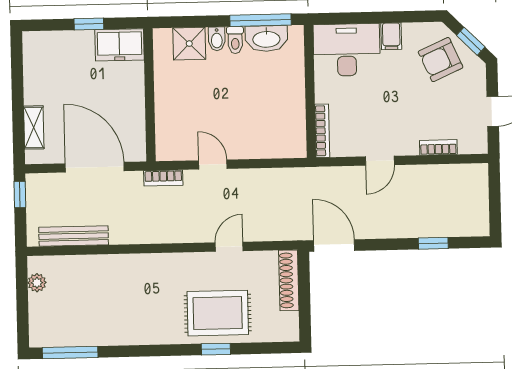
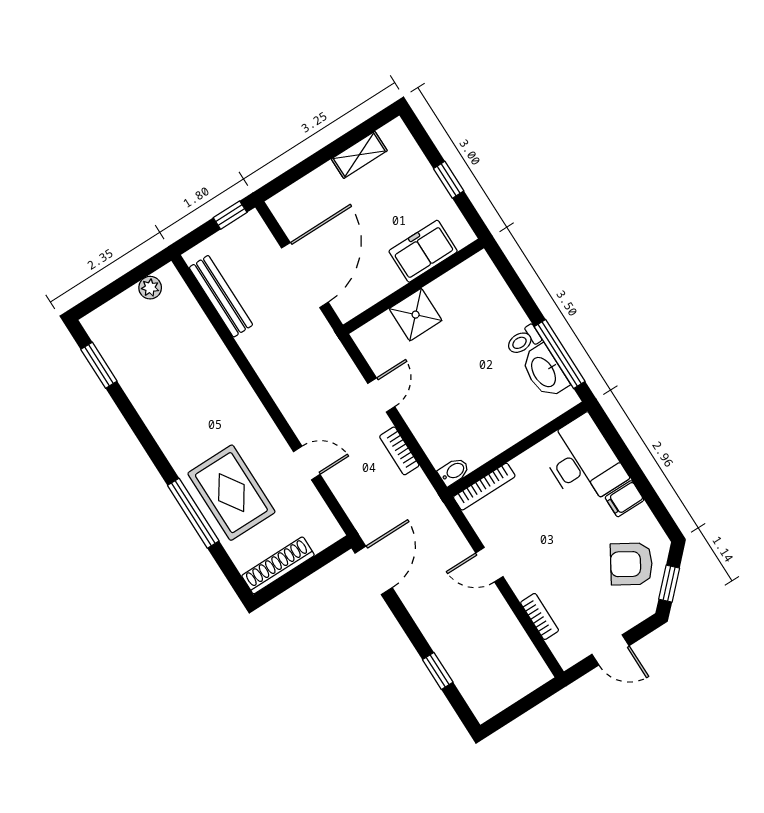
bidet: (217, 39) -> (454, 472), moved, turned 180
shower: (189, 44) -> (416, 315), moved
freezer: (119, 45) -> (423, 251), moved, turned 90
armchair: (441, 60) -> (631, 564), turned -35
shelving: (34, 127) -> (359, 155), moved
bookcase: (163, 178) -> (399, 451), moved
shoe rack: (289, 280) -> (278, 565), moved
window: (216, 349) -> (193, 513), width x2.17
window: (70, 352) -> (99, 365), width x0.69

